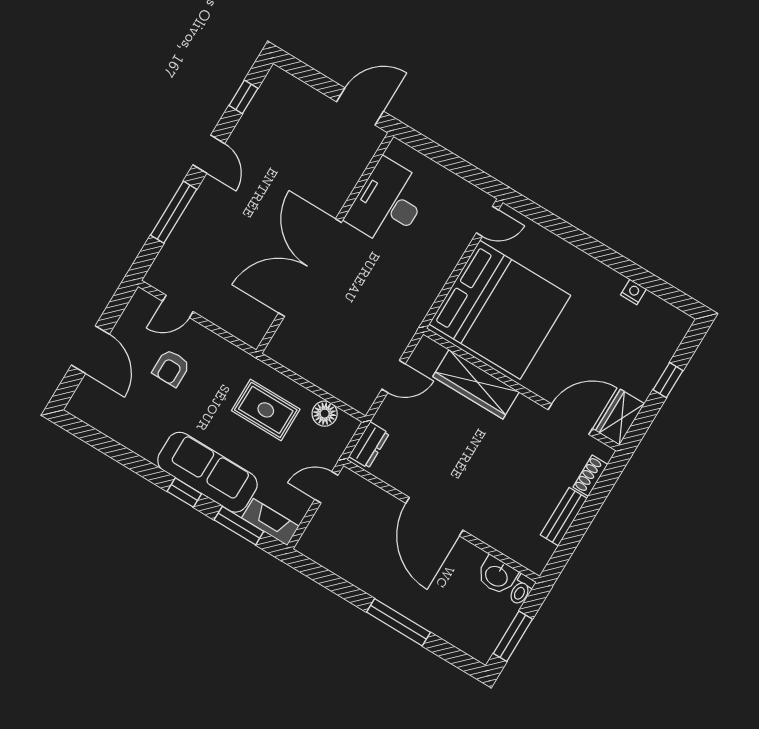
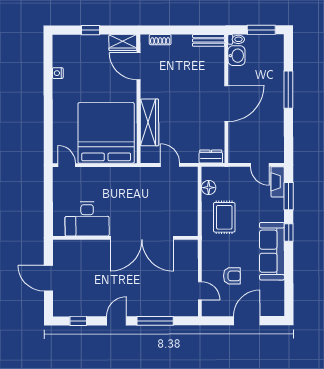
door: (360, 106) -> (48, 278), moved
sofa: (207, 472) -> (272, 251), moved
door: (326, 487) -> (260, 165), moved
bench: (564, 517) -> (209, 40), moved

